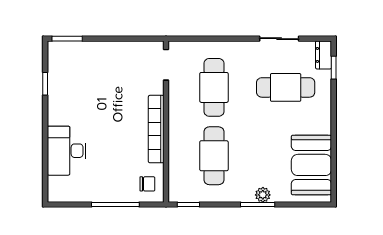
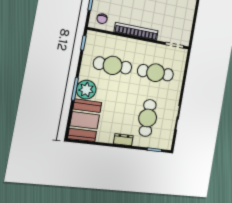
dresser: (324, 55) -> (123, 140), moved
booth: (311, 165) -> (85, 120), moved, turned 90
plant: (263, 195) -> (86, 90), width x1.88, depth x1.88

